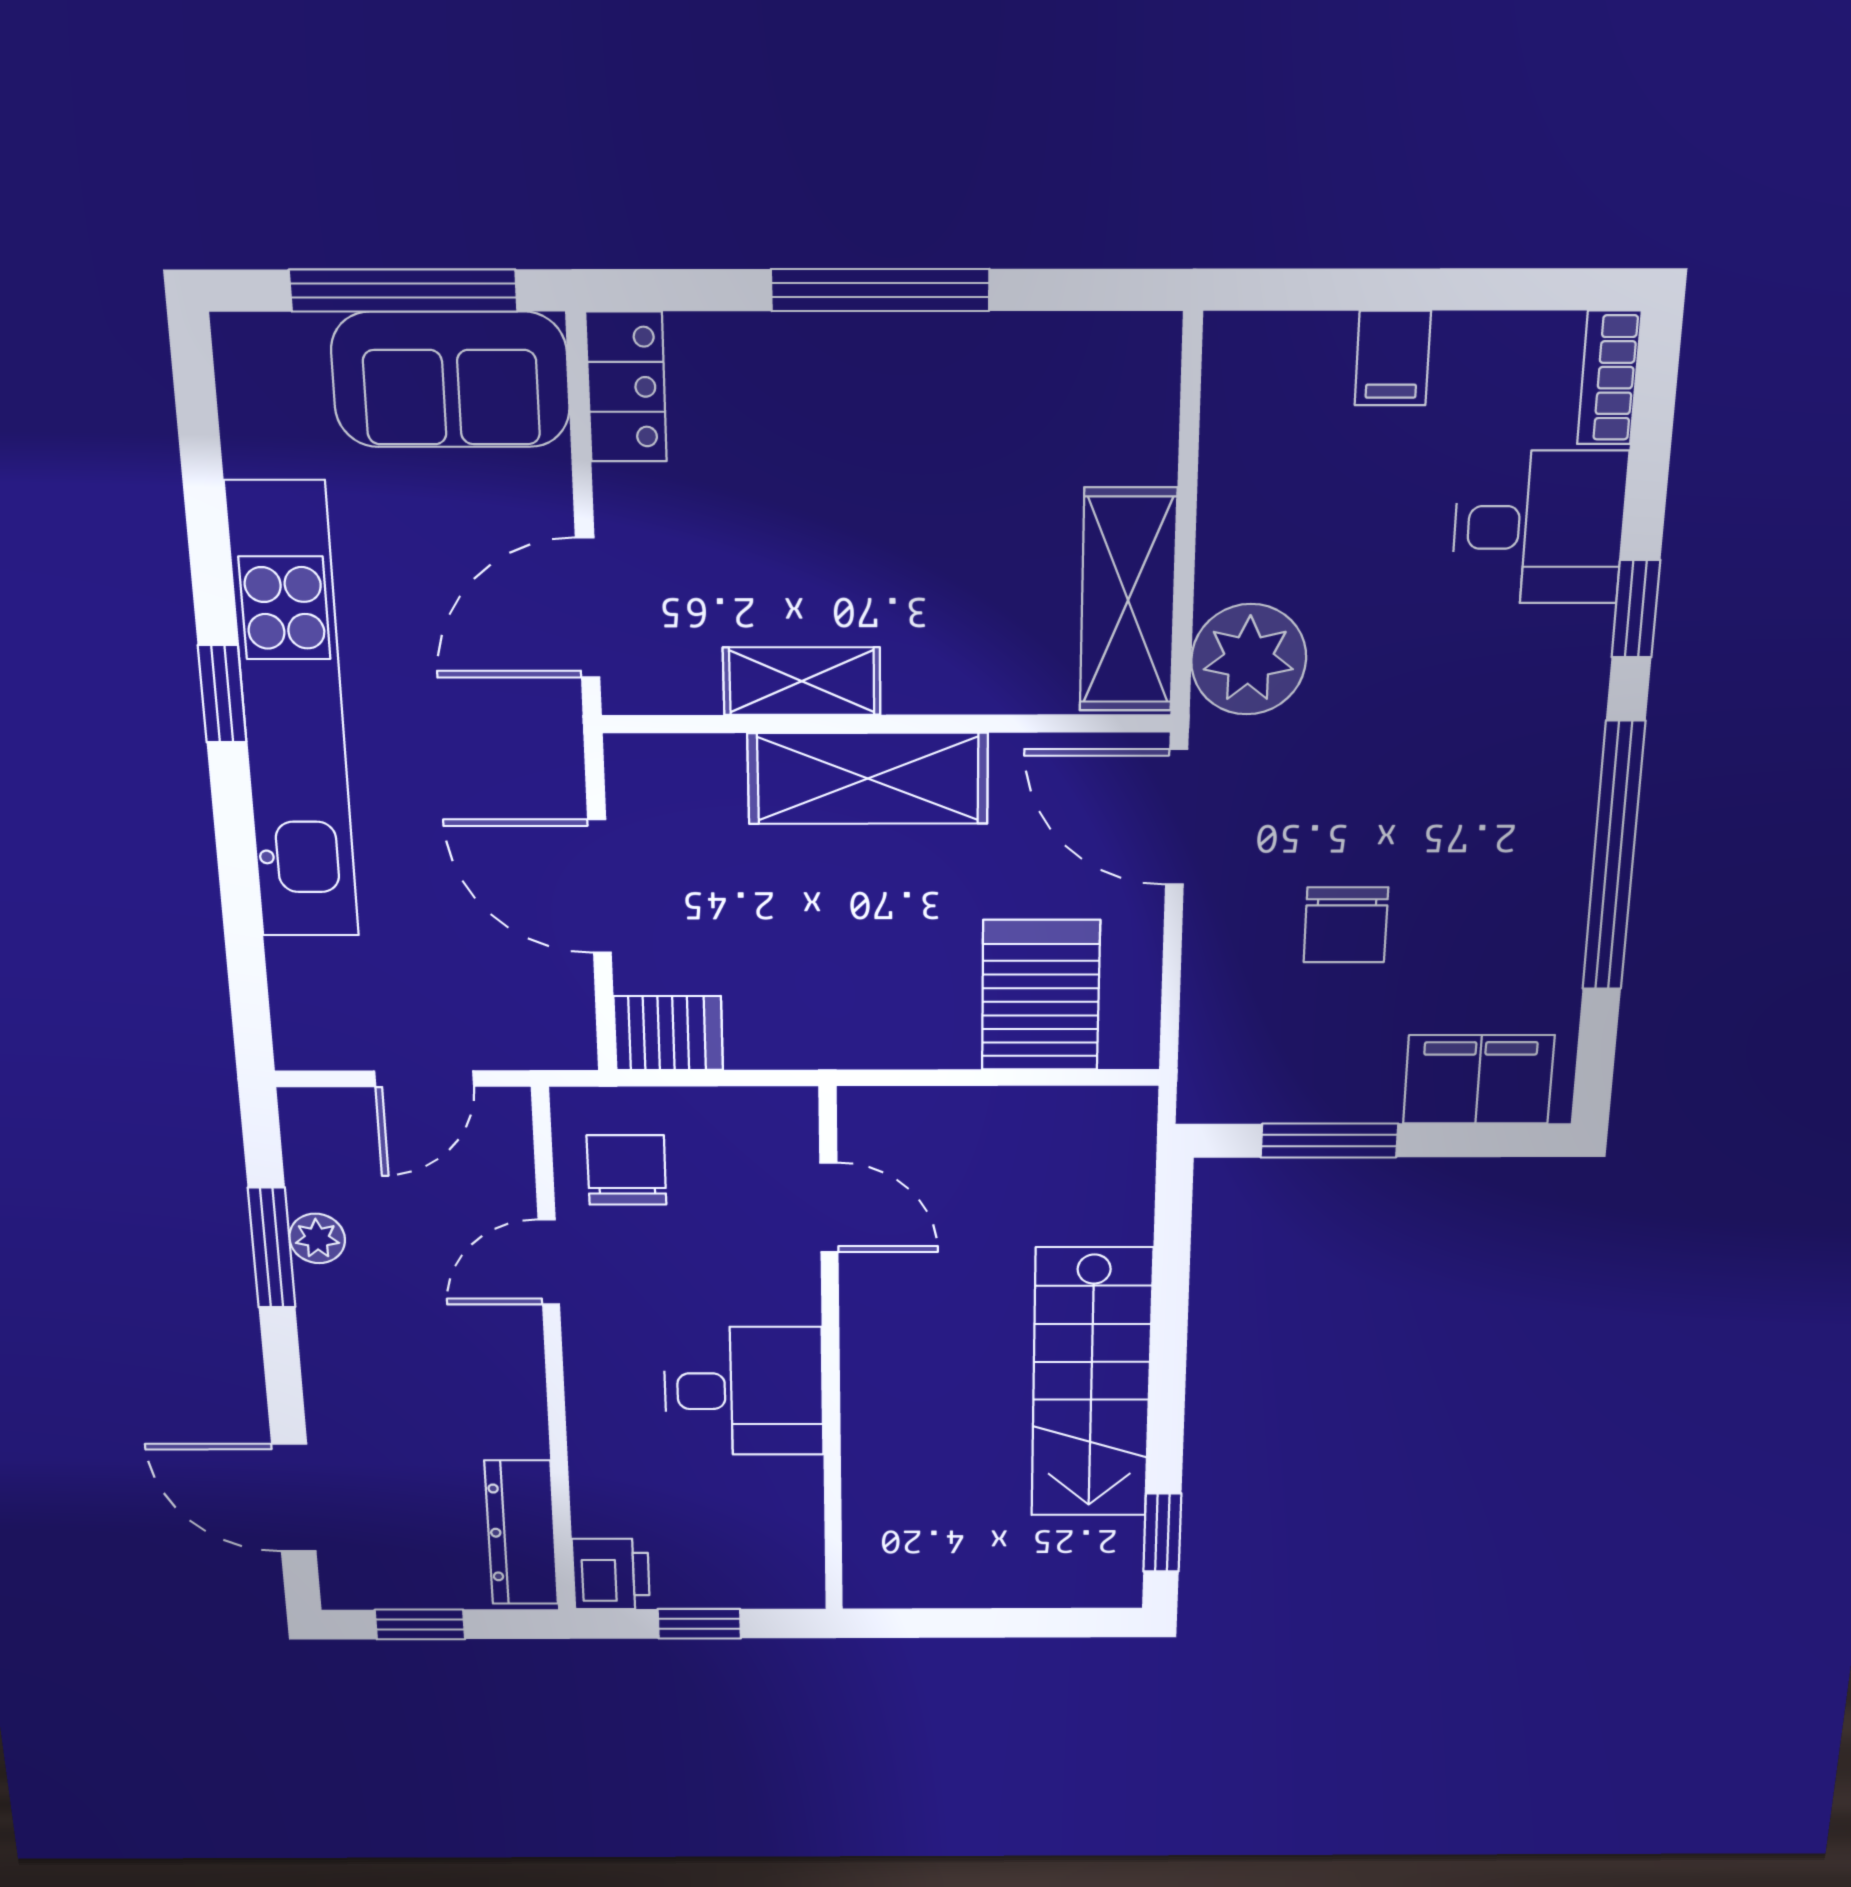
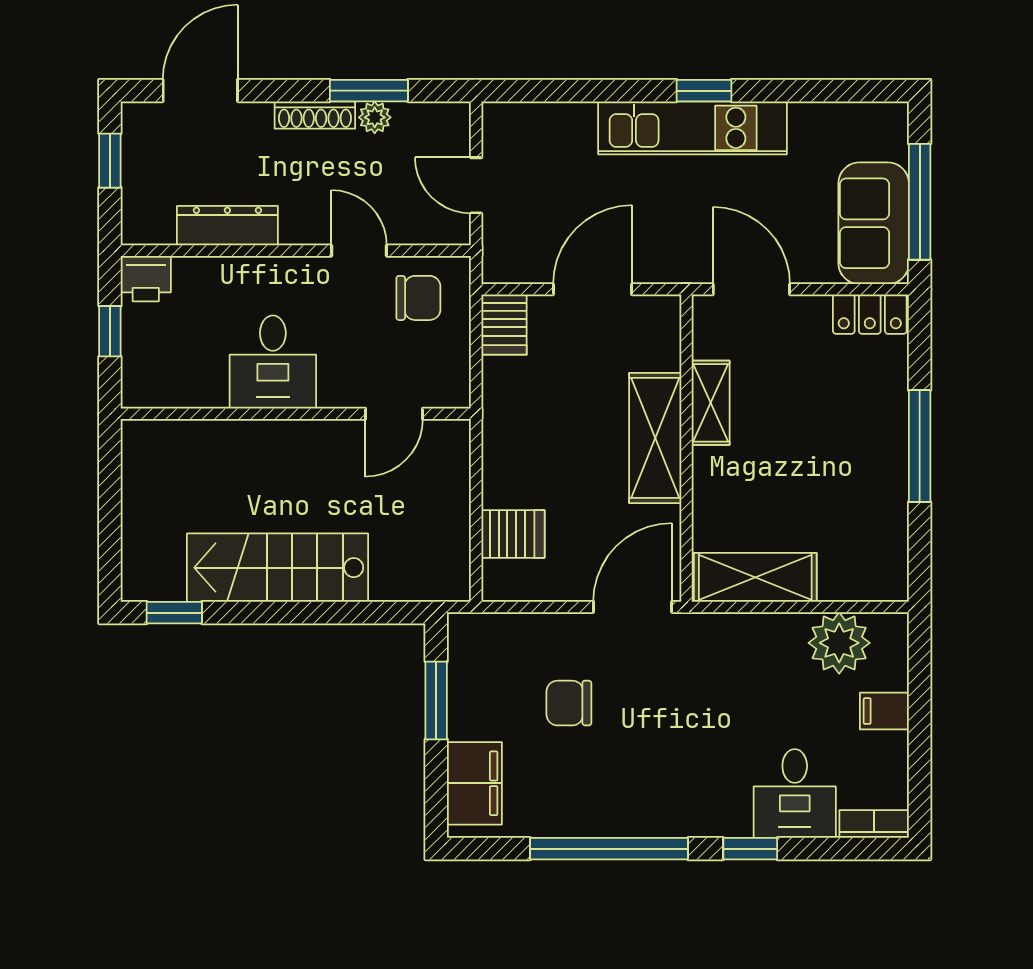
plant: (1249, 659) -> (839, 643), moved
kitchen unit: (293, 714) -> (692, 128), width x0.73
server rack: (1041, 995) -> (513, 534), width x0.73, depth x0.70
shoe rack: (321, 1329) -> (315, 115), added
dresser: (521, 1533) -> (227, 226), moved

